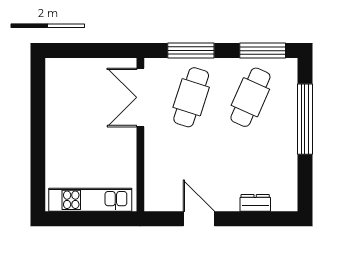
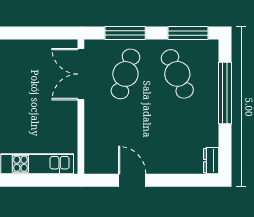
cafe table: (250, 97) -> (177, 74), turned -48
dresser: (255, 203) -> (211, 161), moved, turned -90

